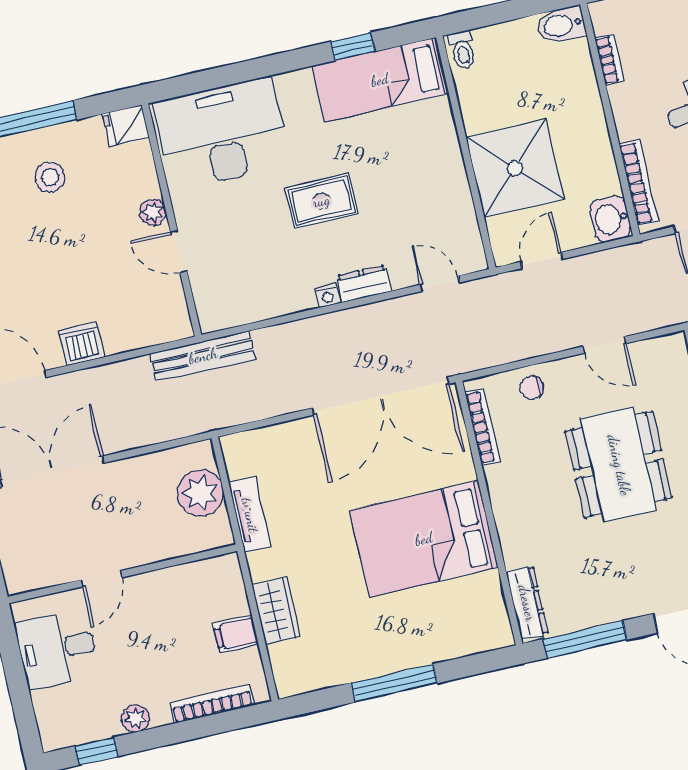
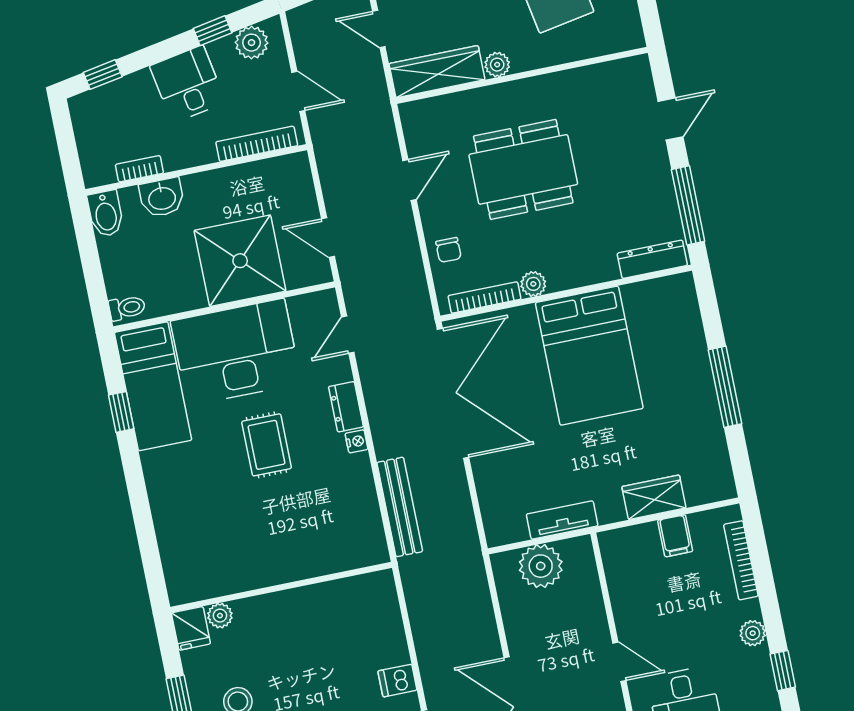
desk: (222, 134) -> (236, 352), moved, turned 90
plant: (153, 212) -> (220, 616), moved
washbasin: (610, 219) -> (162, 198), moved
door: (179, 251) -> (311, 581), removed
dishwasher: (81, 344) -> (397, 681), width x0.73
bench: (203, 356) -> (400, 507), moved
plant: (498, 478) -> (533, 284), added

